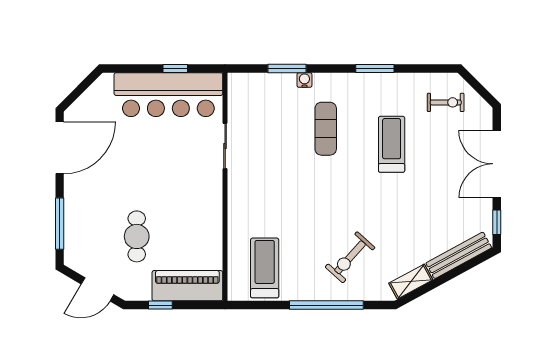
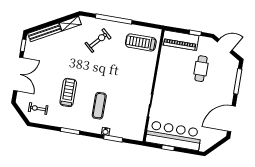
treadmill: (392, 144) -> (68, 92), turned 180
treadmill: (265, 268) -> (141, 42), turned 90

